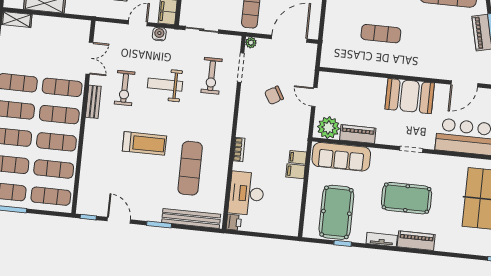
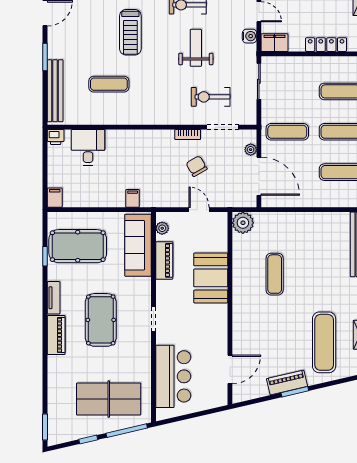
plant: (251, 43) -> (251, 150), moved
plant: (331, 58) -> (243, 223), added
door: (464, 84) -> (230, 369), swing flipped
booth: (410, 96) -> (211, 278), moved
door: (314, 97) -> (199, 210), hinge flipped
plant: (328, 128) -> (162, 228), width x0.53, depth x0.53
bookcase: (239, 150) -> (188, 135), moved
exercise mat: (190, 168) -> (109, 84), width x0.73, depth x0.69
filing cabinet: (295, 171) -> (55, 198), moved
desk: (246, 193) -> (88, 147), width x0.73

